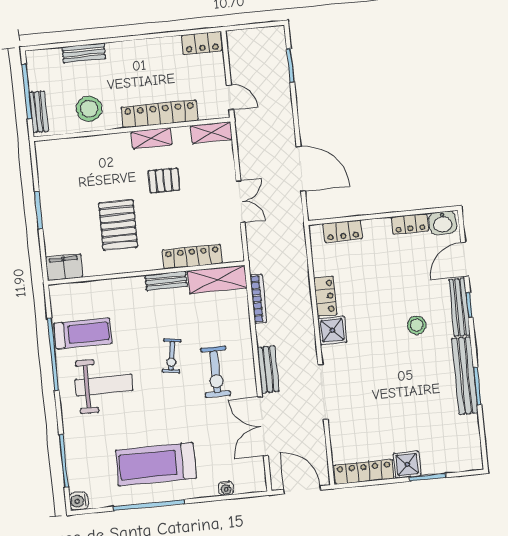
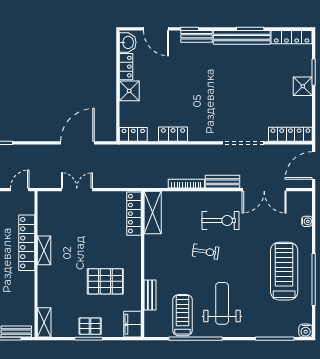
stool: (89, 109) -> (18, 294), removed
shelving: (211, 132) -> (44, 322), moved
pallet: (164, 180) -> (90, 326), moved, turned 90
double door: (240, 201) -> (77, 190), moved
locker: (343, 231) -> (133, 134), moved, turned -90
locker: (192, 257) -> (134, 214), moved
bench: (166, 281) -> (150, 295), moved
bookcase: (258, 299) -> (186, 184), moved
bench: (459, 307) -> (197, 36), width x0.73
stool: (417, 325) -> (201, 69), removed
shower: (332, 330) -> (129, 91), moved
locker: (472, 443) -> (292, 37), added
treadmill: (156, 464) -> (284, 271), turned 180
locker: (364, 472) -> (290, 134), moved, turned 90

